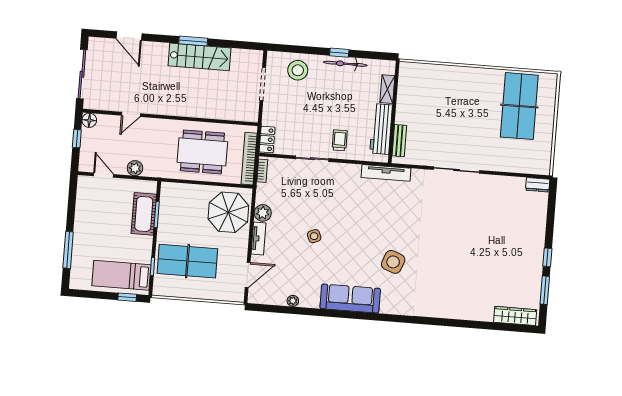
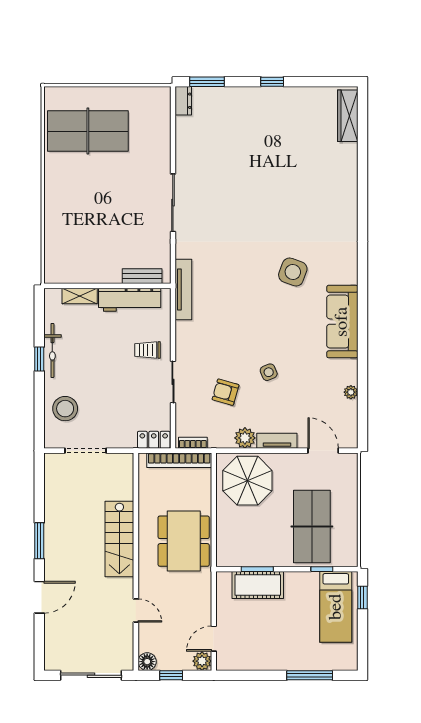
door: (129, 36) -> (39, 597), moved
stairs: (199, 57) -> (119, 539), moved, turned 180
dining table: (202, 152) -> (184, 541), moved
plant: (135, 168) -> (202, 661), moved
armchair: (301, 200) -> (226, 392), added
window: (545, 290) -> (207, 82), moved

